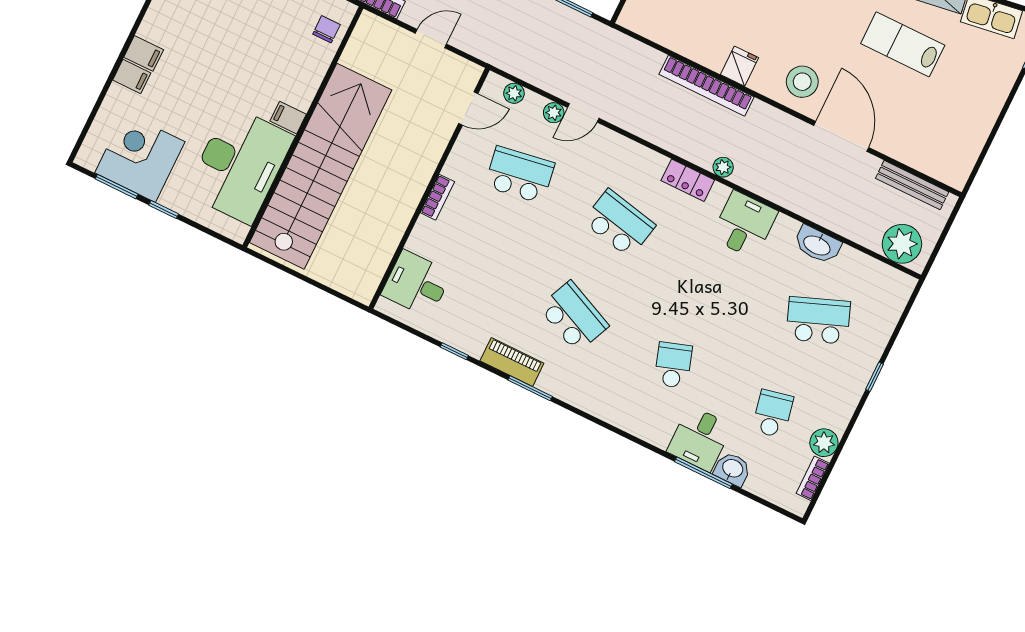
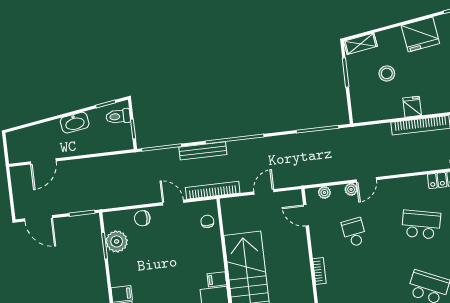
fridge: (740, 66) -> (412, 107), moved
door: (468, 108) -> (306, 215), swing flipped
school desk: (520, 175) -> (354, 232), width x0.54

